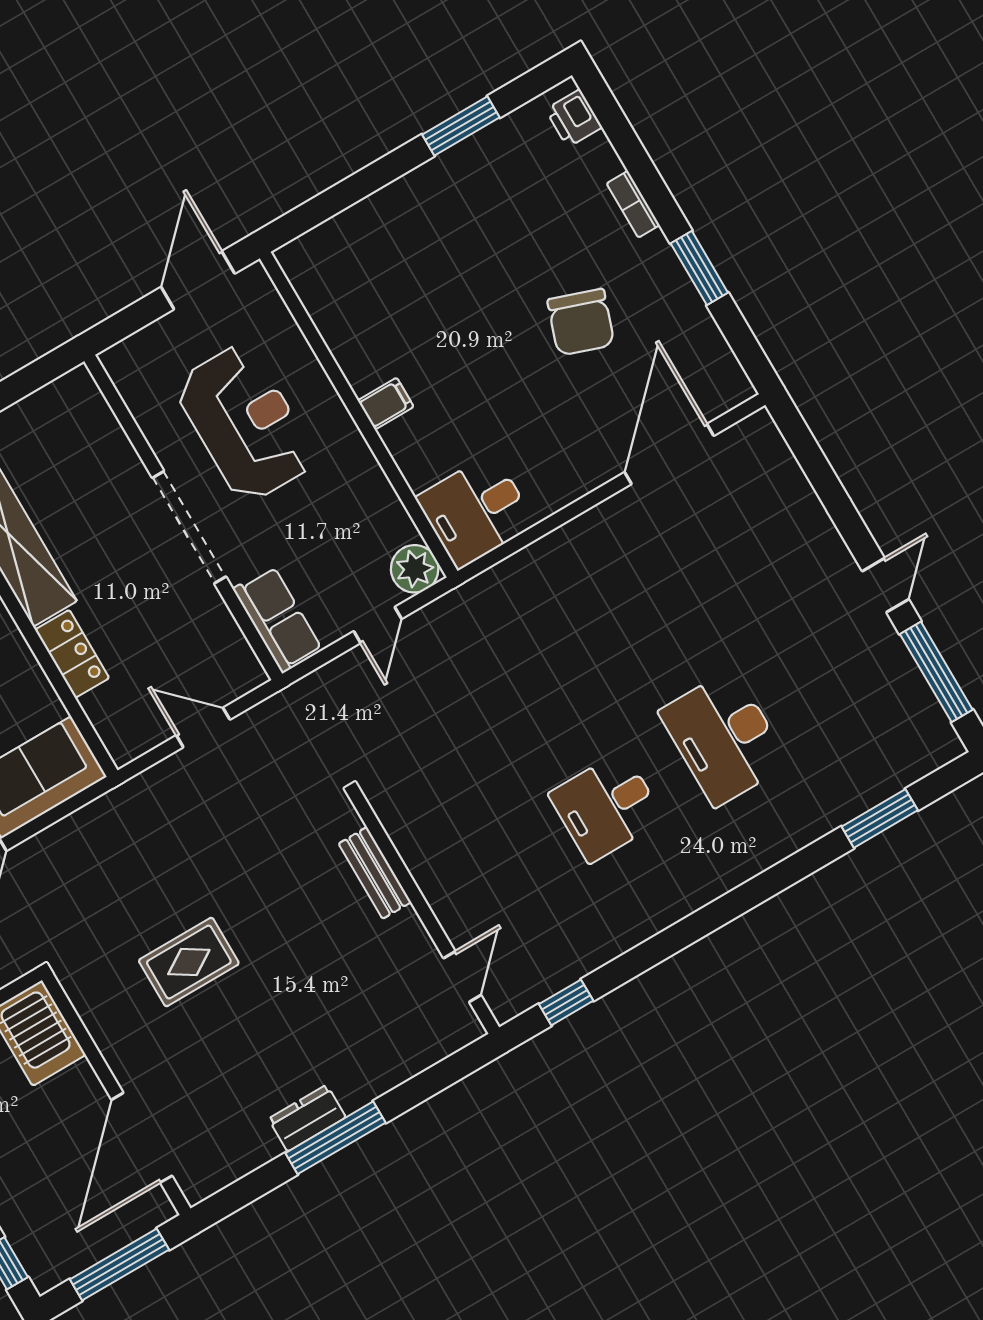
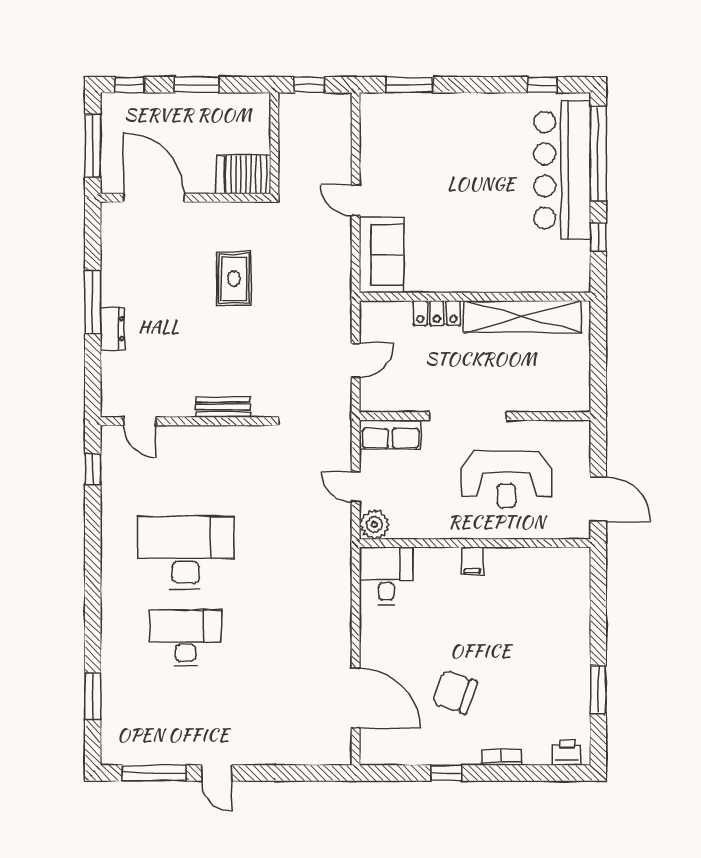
window: (699, 268) -> (446, 773), width x0.67
desk: (606, 807) -> (186, 553), width x1.87, depth x1.30
dresser: (307, 1118) -> (112, 329), moved

